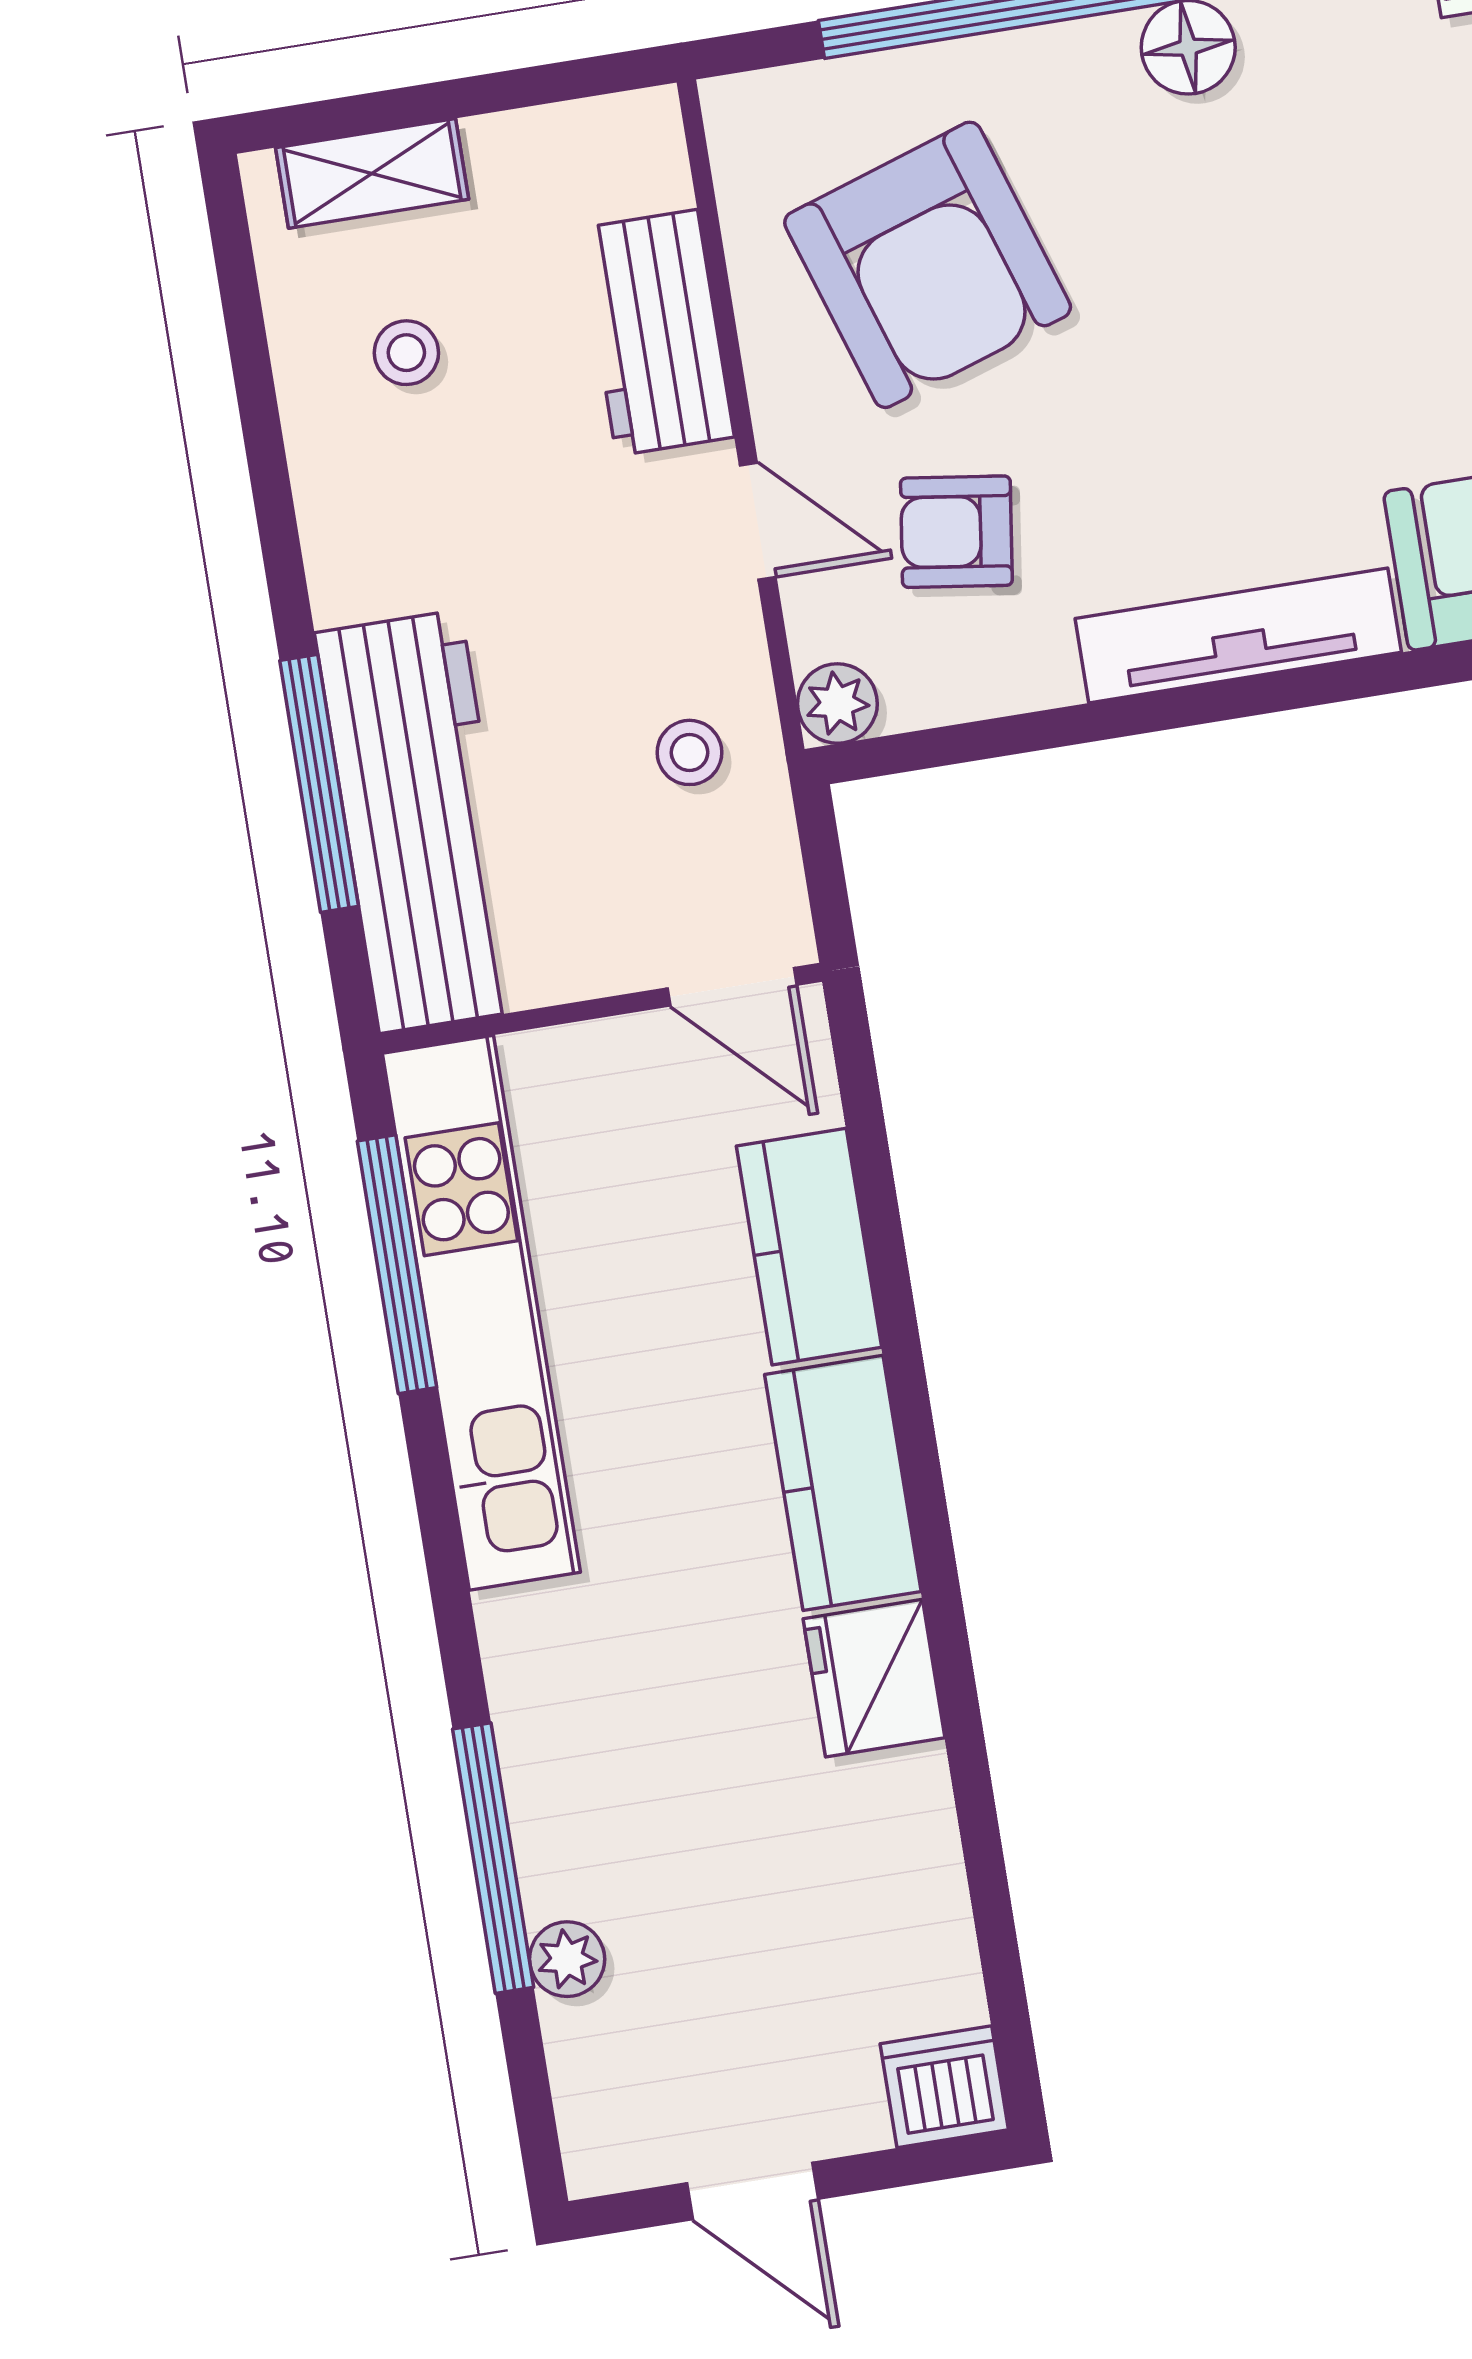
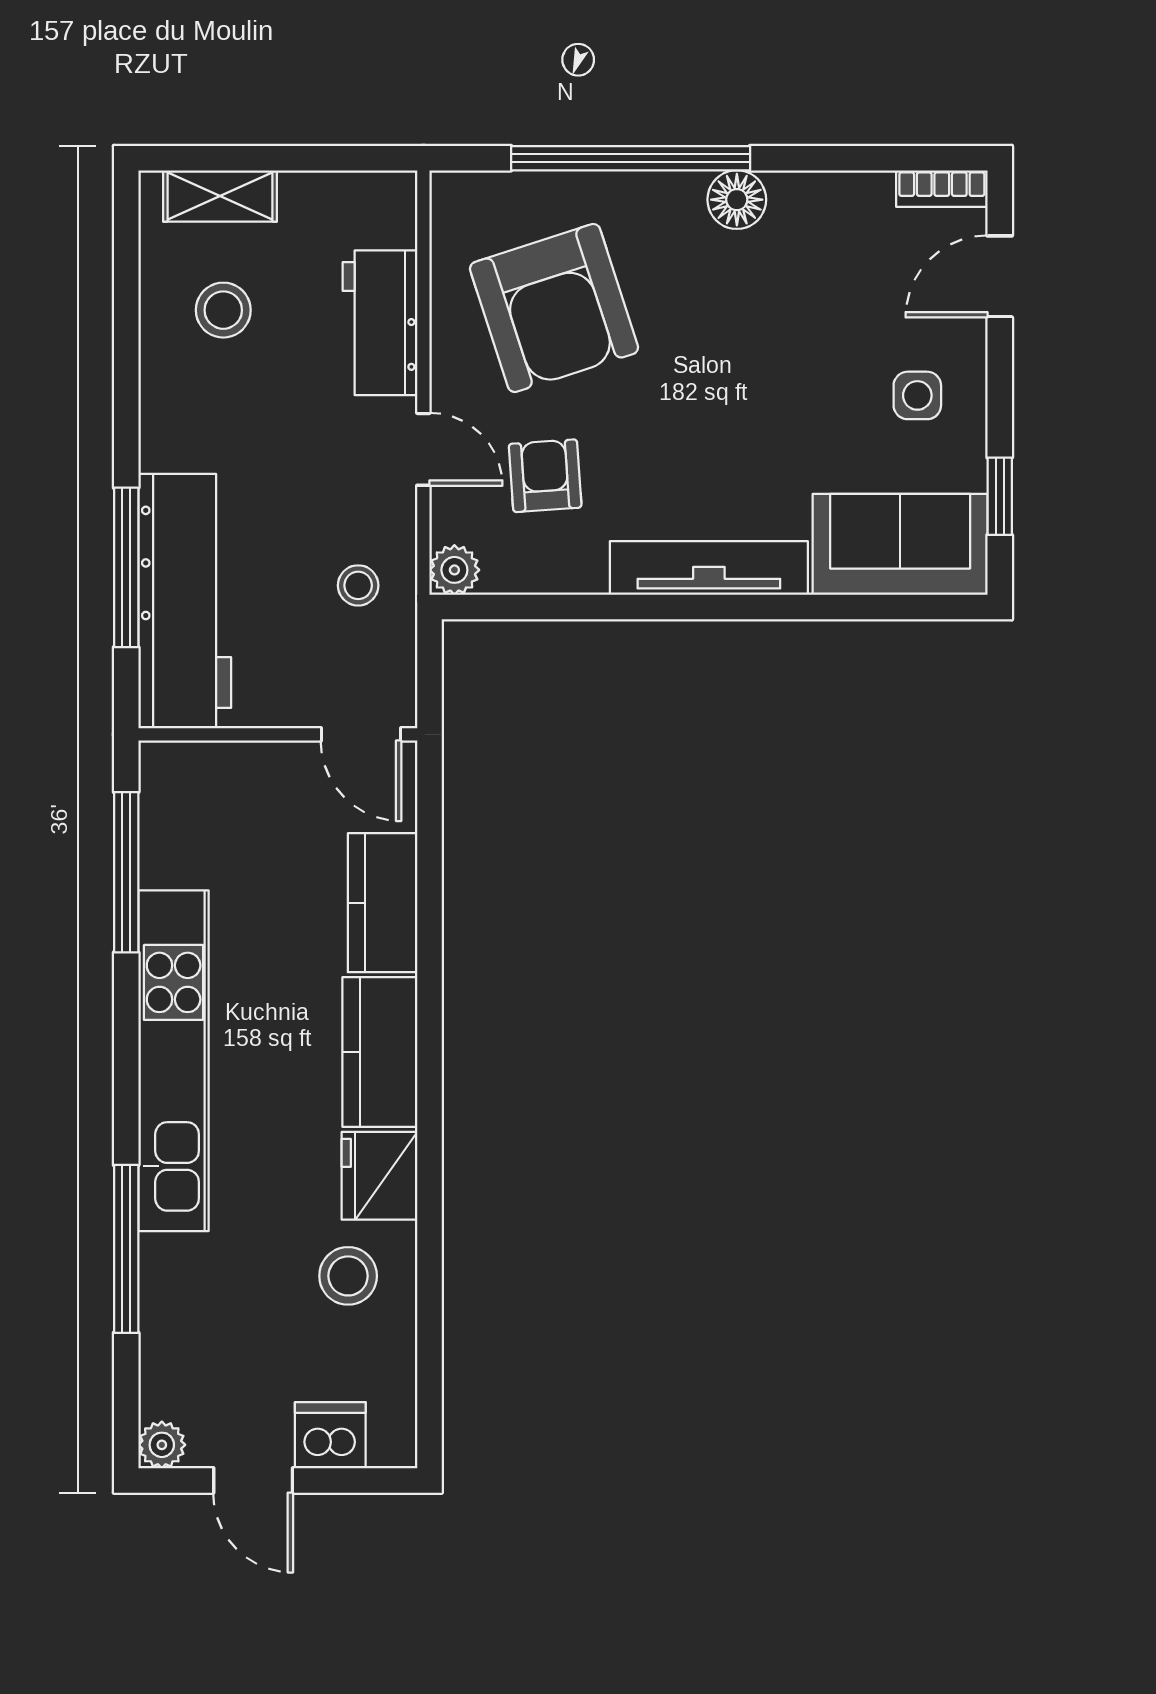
stool: (406, 353) -> (223, 310), width x1.37, depth x1.37
armchair: (956, 532) -> (545, 476), turned 78
kitchen unit: (481, 1313) -> (174, 1061), moved
stool: (850, 1844) -> (348, 1276), added
plant: (567, 1959) -> (162, 1445), moved
dishwasher: (944, 2087) -> (330, 1435), moved

